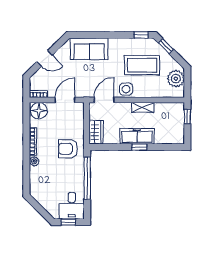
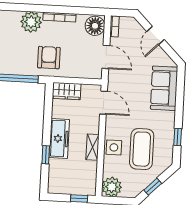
window: (141, 35) -> (178, 137), moved
window: (166, 46) -> (153, 187), moved
plant: (176, 79) -> (112, 187), moved
side table: (126, 89) -> (114, 147), moved
window: (139, 147) -> (46, 155), moved
plant: (34, 161) -> (31, 22), width x1.87, depth x1.87

